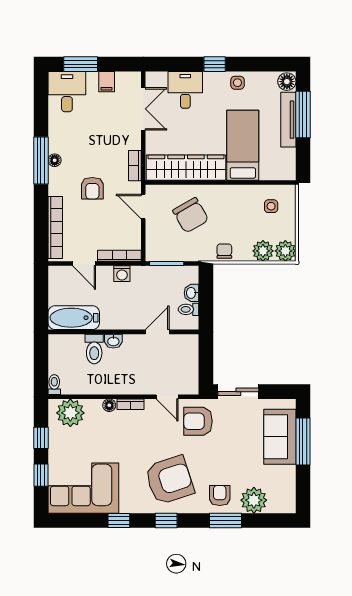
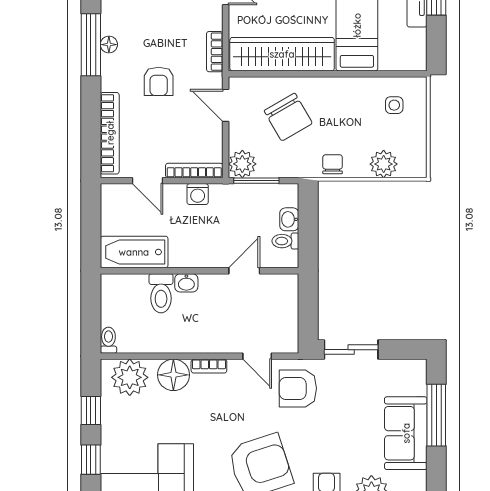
plant: (285, 251) -> (242, 164), moved
floor lamp: (109, 405) -> (173, 375), width x1.89, depth x1.89
sofa: (280, 437) -> (406, 433), moved

